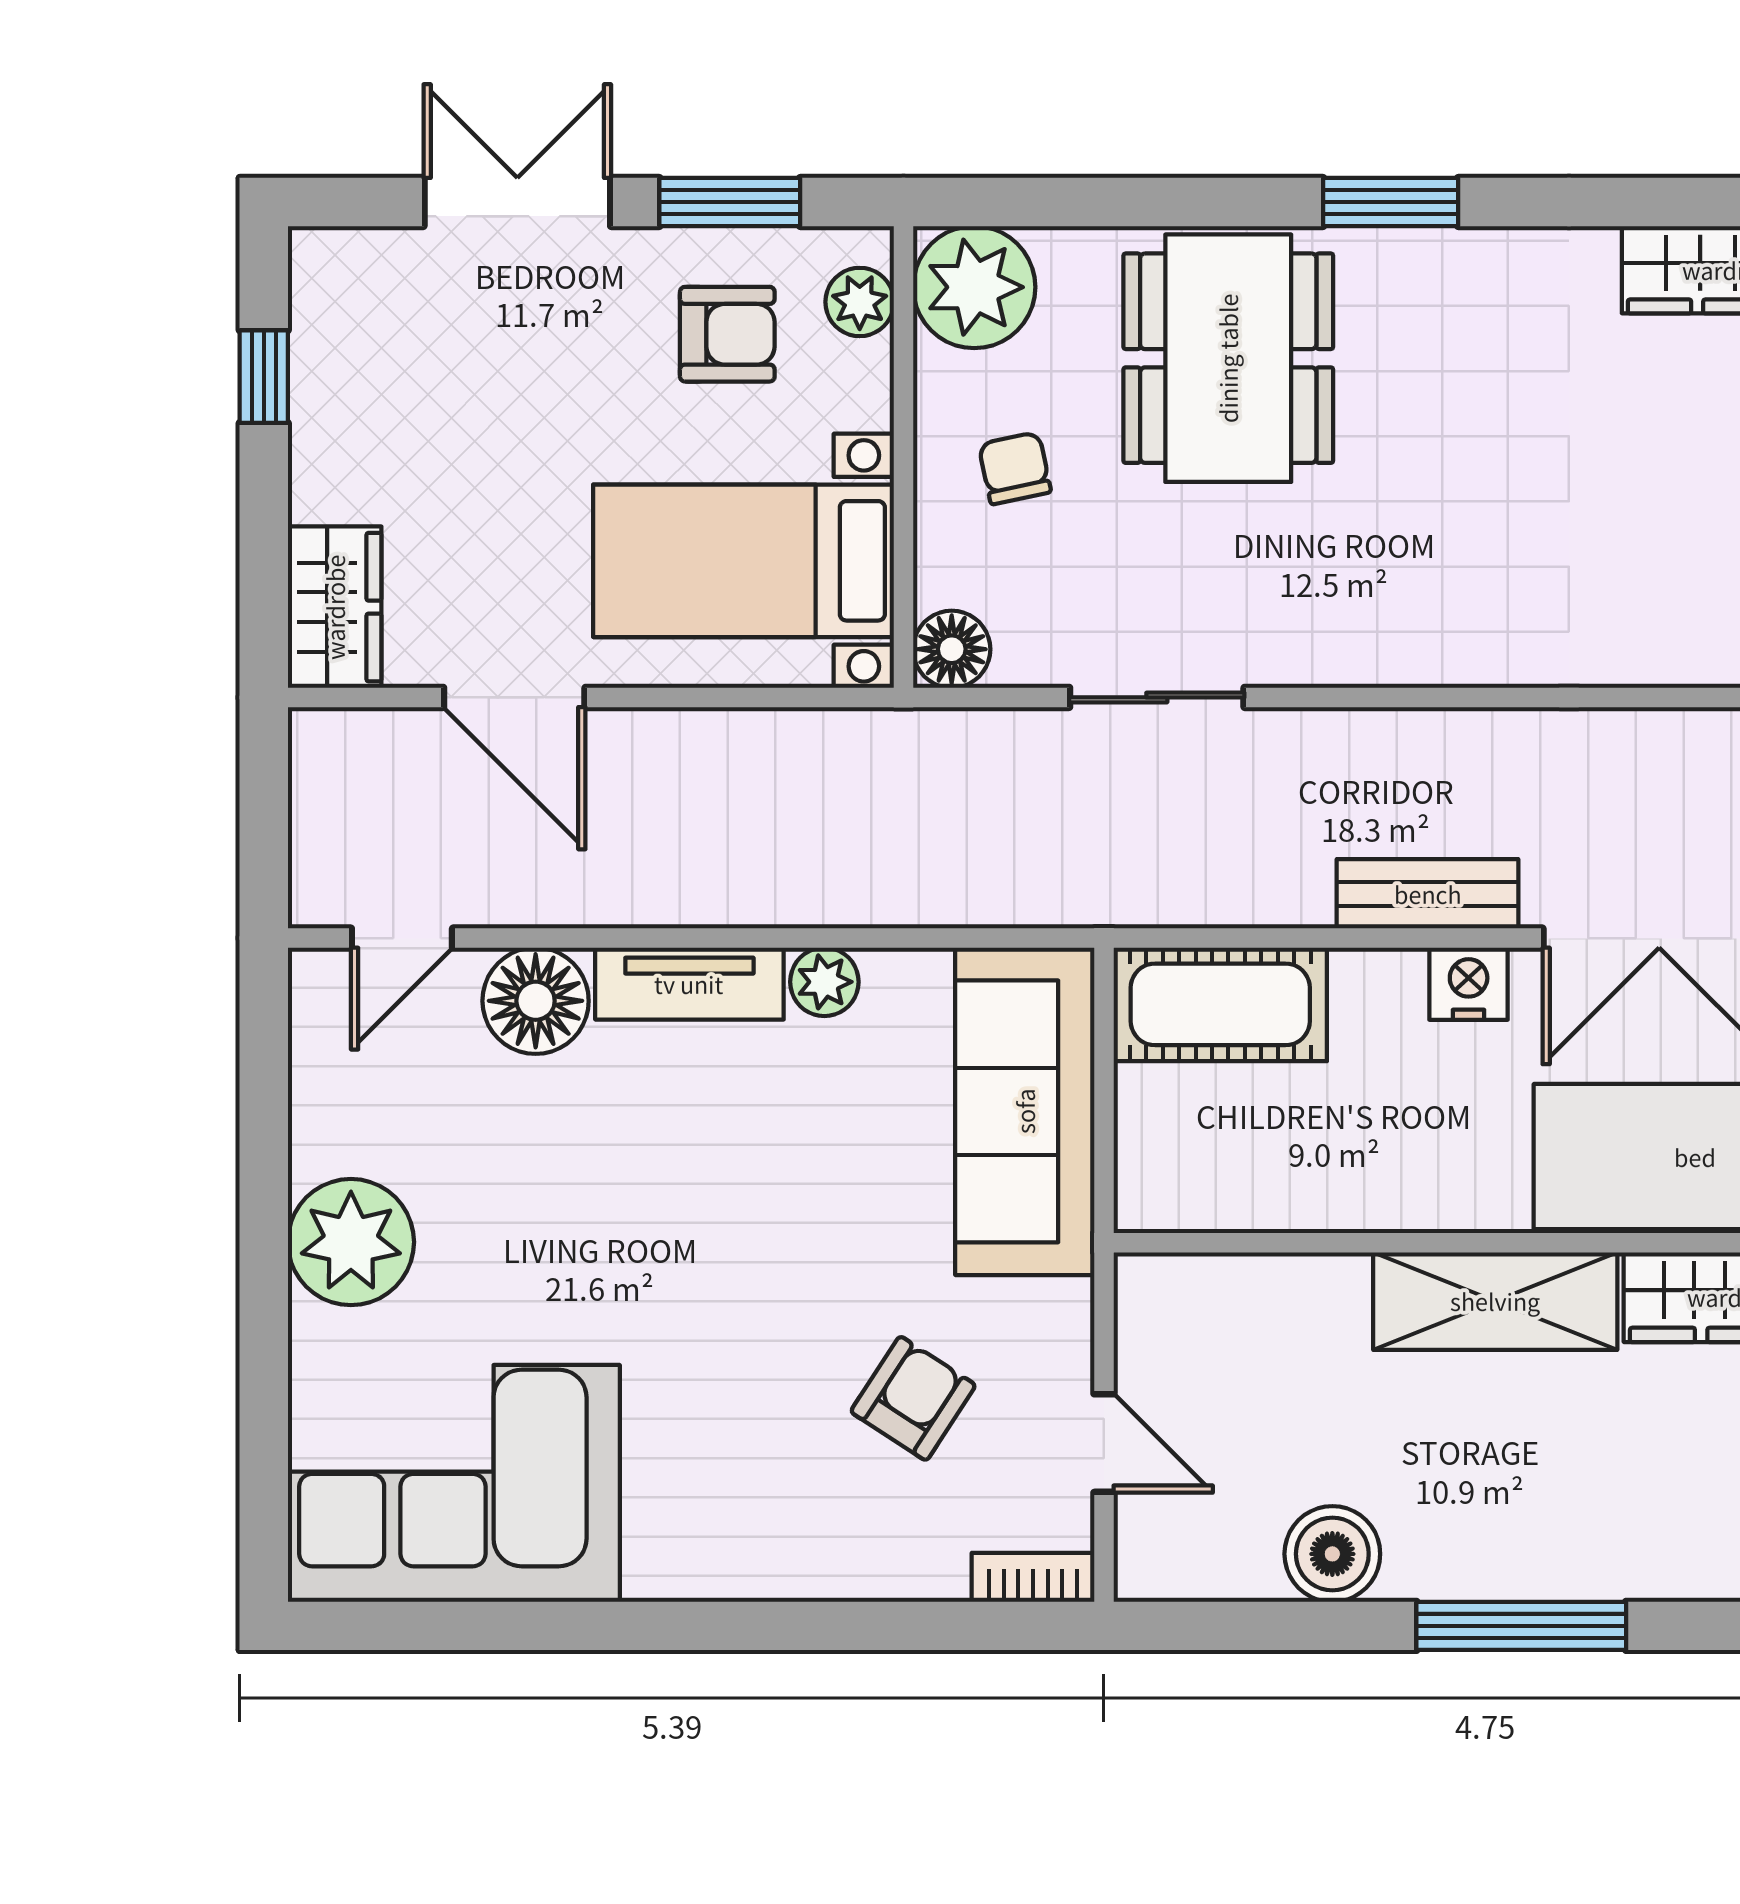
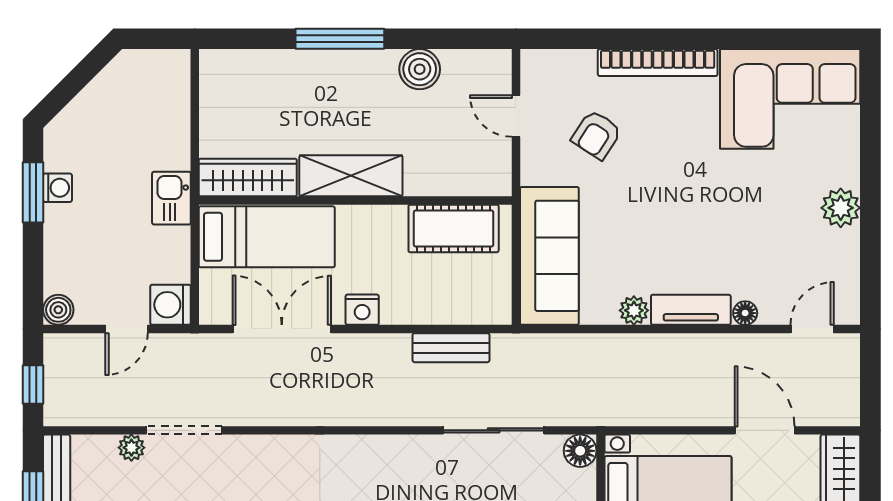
sliding door: (1157, 697) -> (494, 430), width x1.37
bench: (1428, 894) -> (451, 348), moved
floor lamp: (536, 1001) -> (745, 313), width x0.53, depth x0.53
cot: (1220, 1004) -> (454, 228), moved
plant: (351, 1242) -> (841, 208), width x0.73, depth x0.73
bookcase: (1033, 1577) -> (658, 63), moved, width x2.31, depth x1.31

